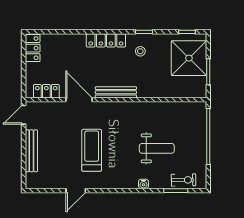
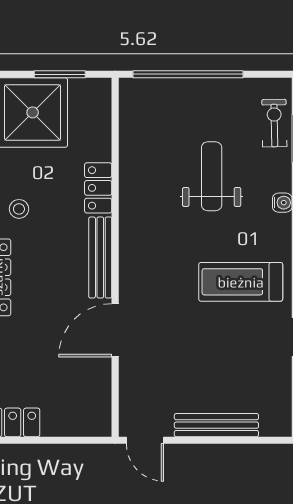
locker: (46, 91) -> (98, 188), moved
treadmill: (92, 150) -> (241, 282), moved

